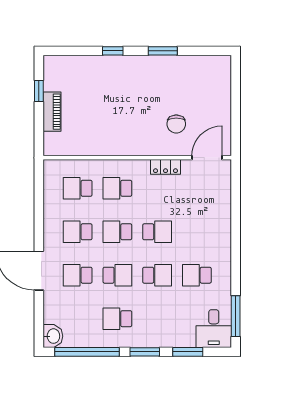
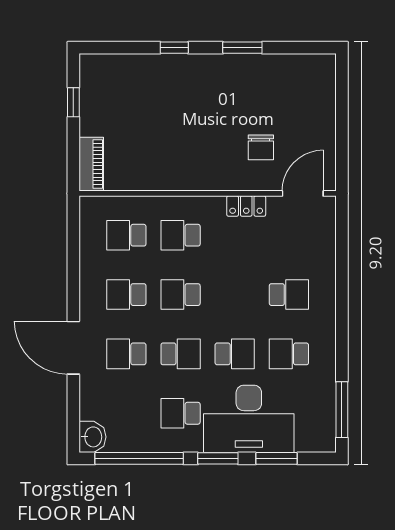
piano: (52, 112) -> (91, 164), moved
school desk: (157, 232) -> (289, 295), moved
desk: (214, 329) -> (249, 419), moved, width x1.87, depth x1.30

